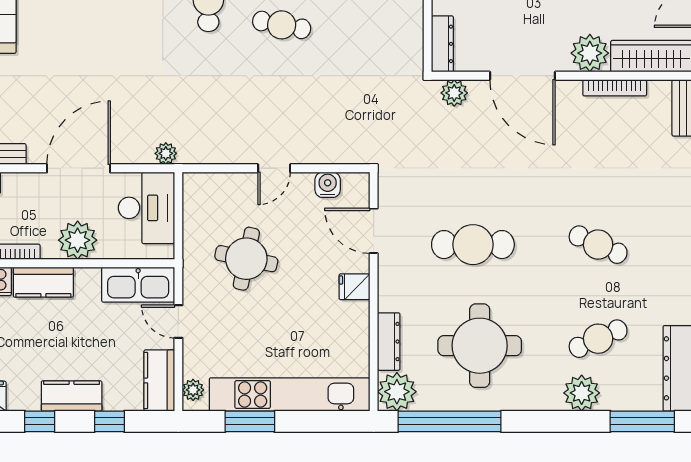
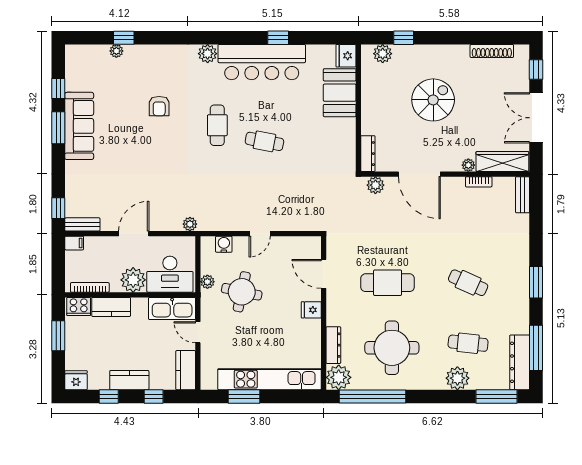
plant: (590, 53) -> (468, 165), width x0.53, depth x0.53
bookcase: (615, 88) -> (479, 182), width x0.64
door: (79, 168) -> (134, 234), width x0.73
water cooler: (328, 185) -> (224, 244), moved
desk: (146, 208) -> (170, 274), moved, turned 90
cafe table: (598, 339) -> (468, 343), turned 30
plant: (193, 390) -> (207, 282), moved

